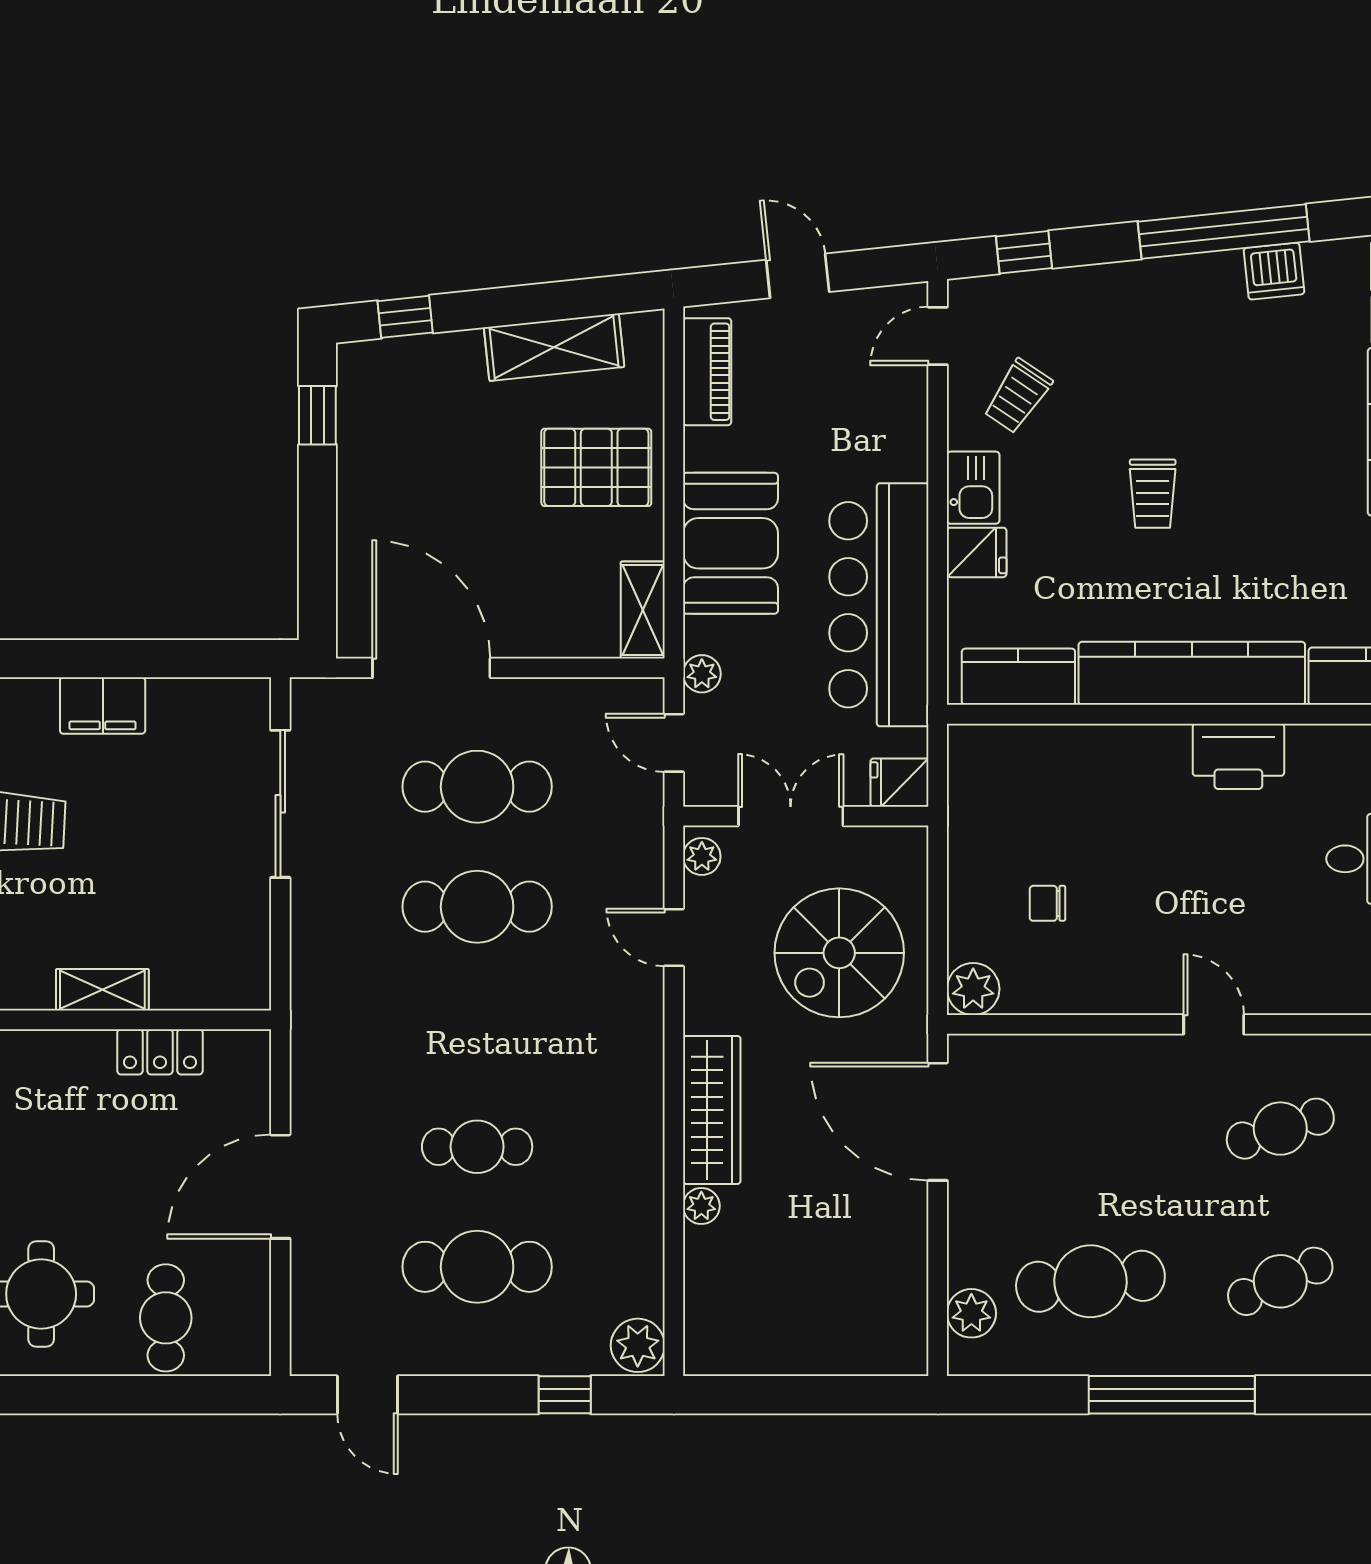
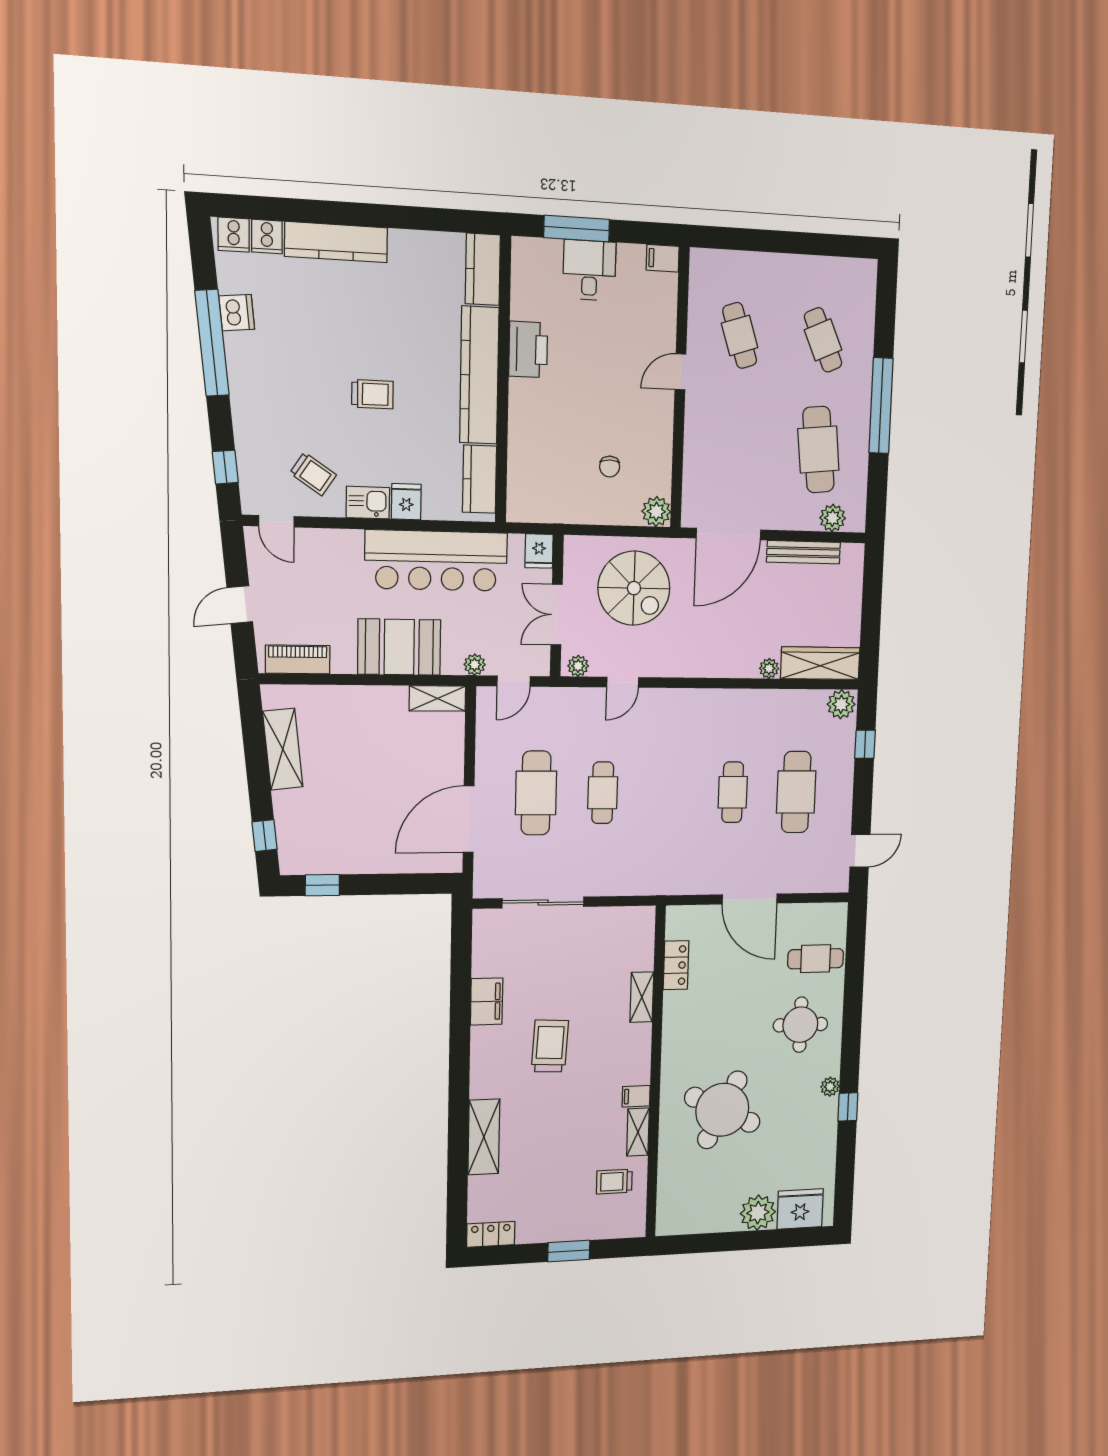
pallet: (596, 467) -> (354, 725), removed
cafe table: (477, 907) -> (603, 793), width x0.73, depth x0.74
wardrobe: (712, 1110) -> (820, 663), moved
bench: (909, 1262) -> (804, 552), added

